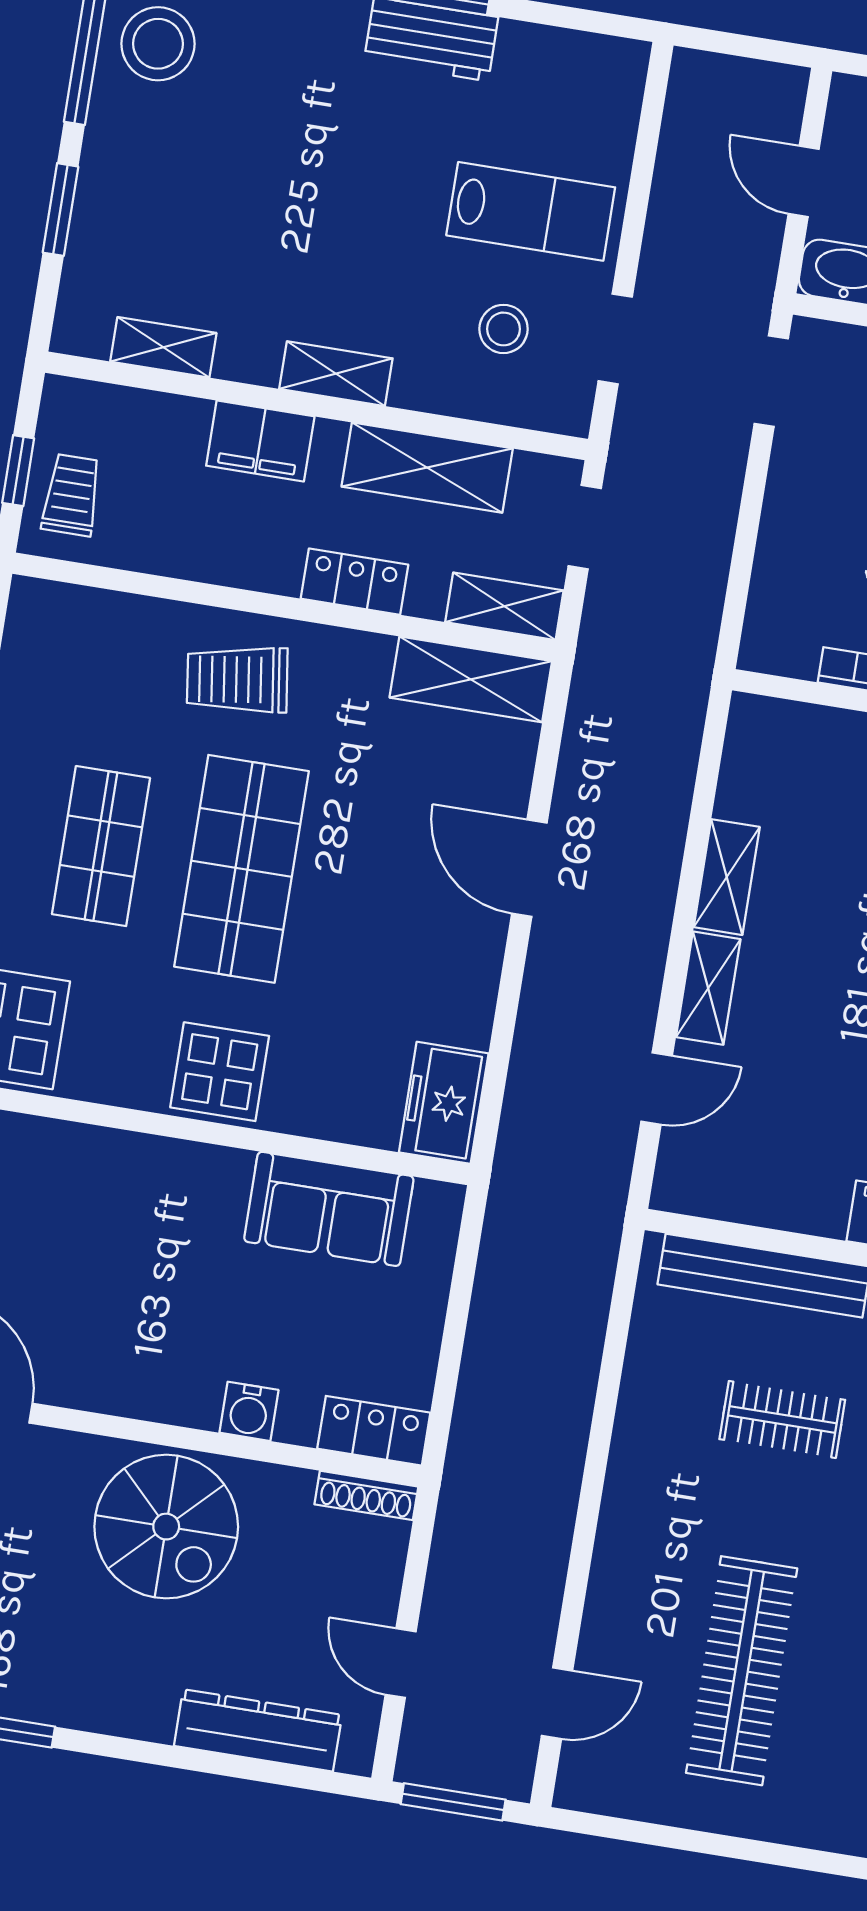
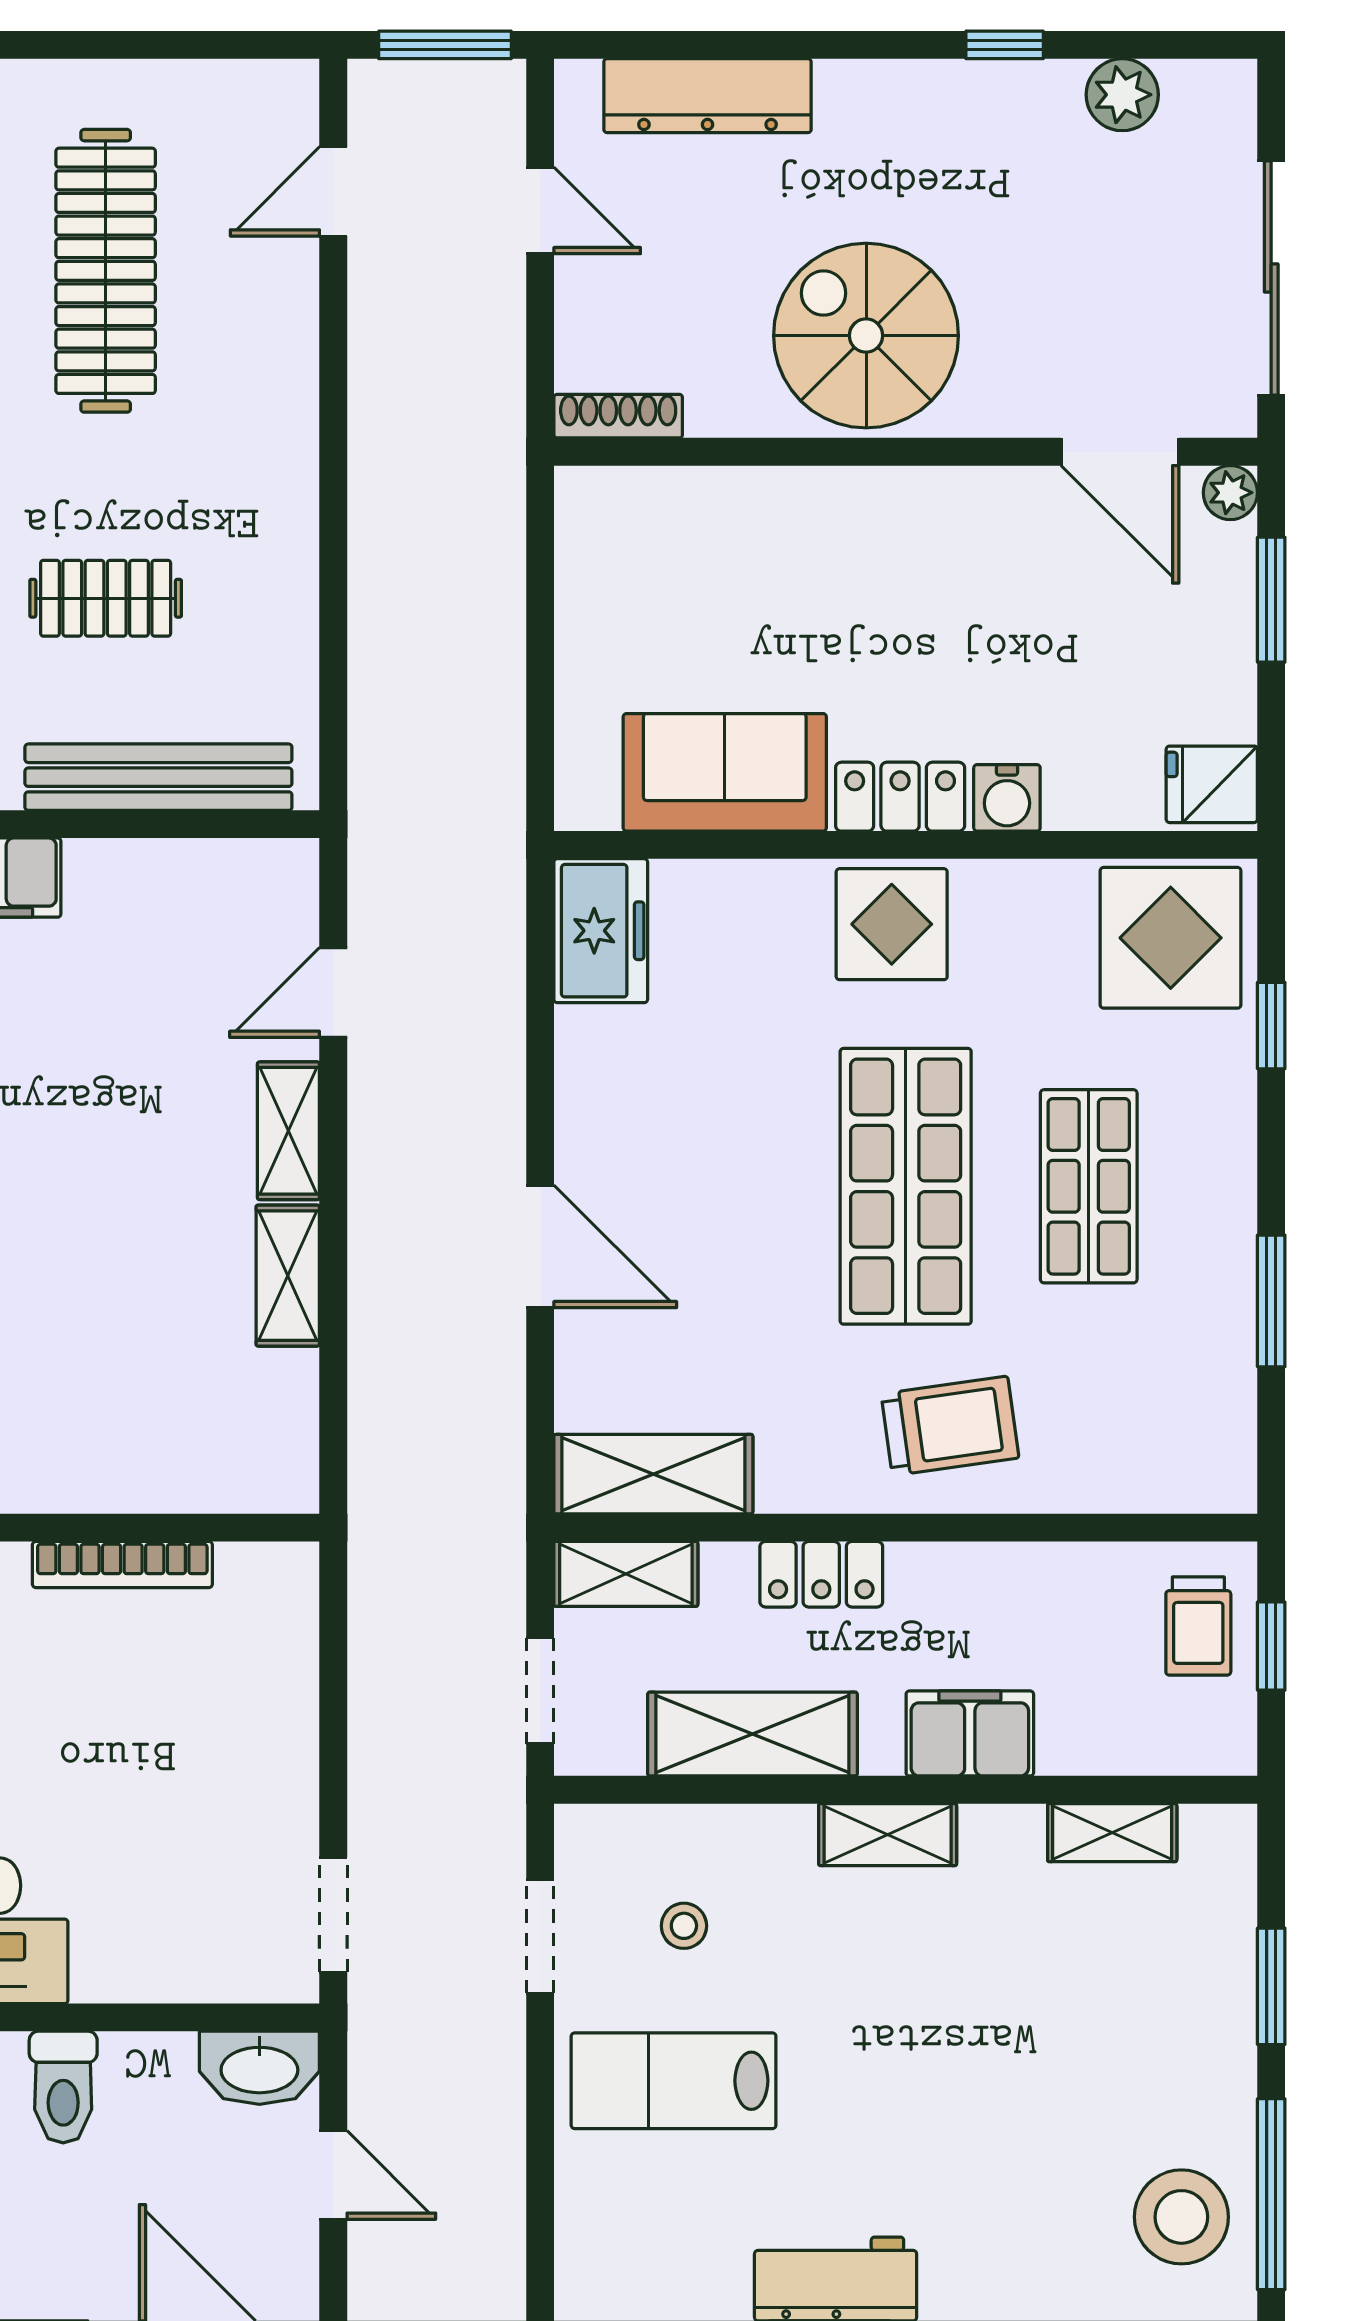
stool: (504, 329) -> (684, 1926), width x0.73, depth x0.73
water cooler: (249, 1411) -> (1007, 798), moved, turned 180
locker: (374, 1431) -> (900, 797), moved, turned 180

